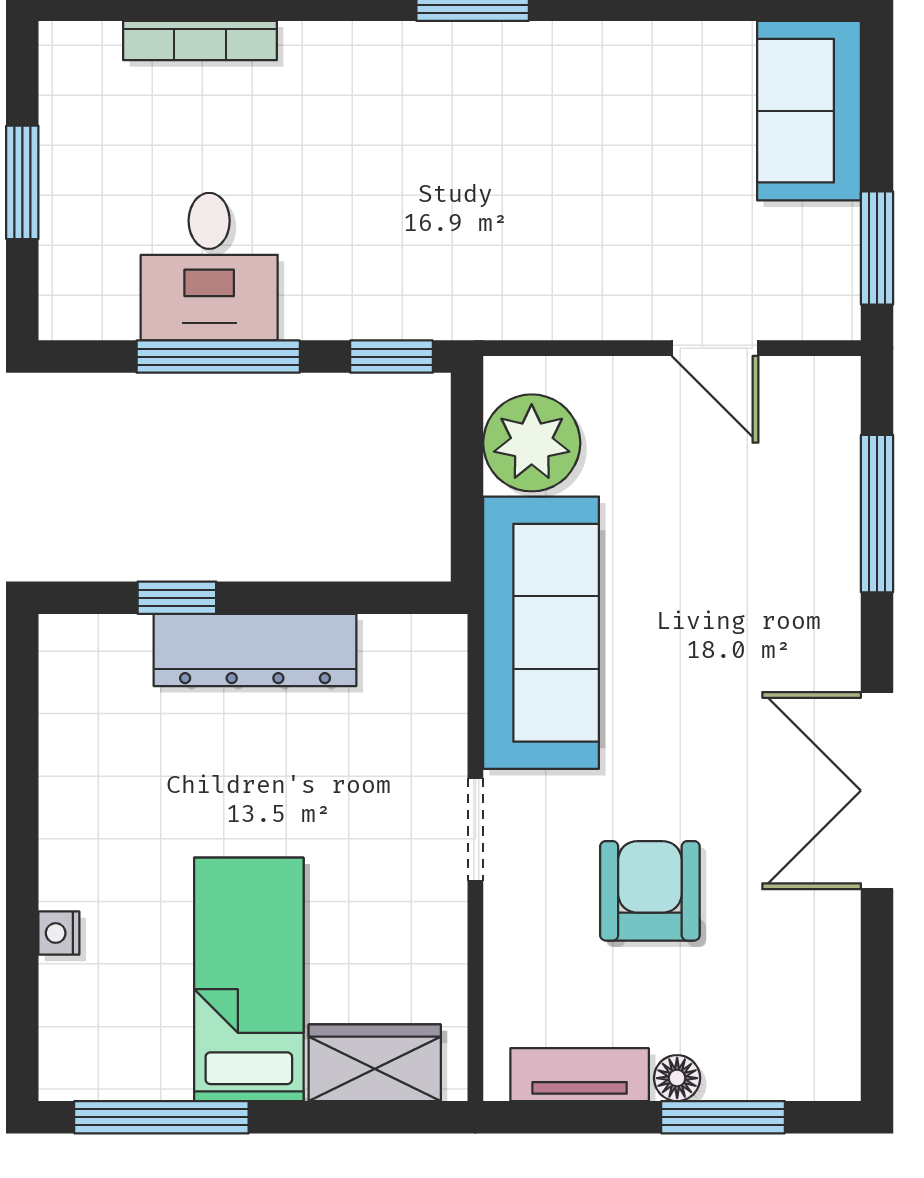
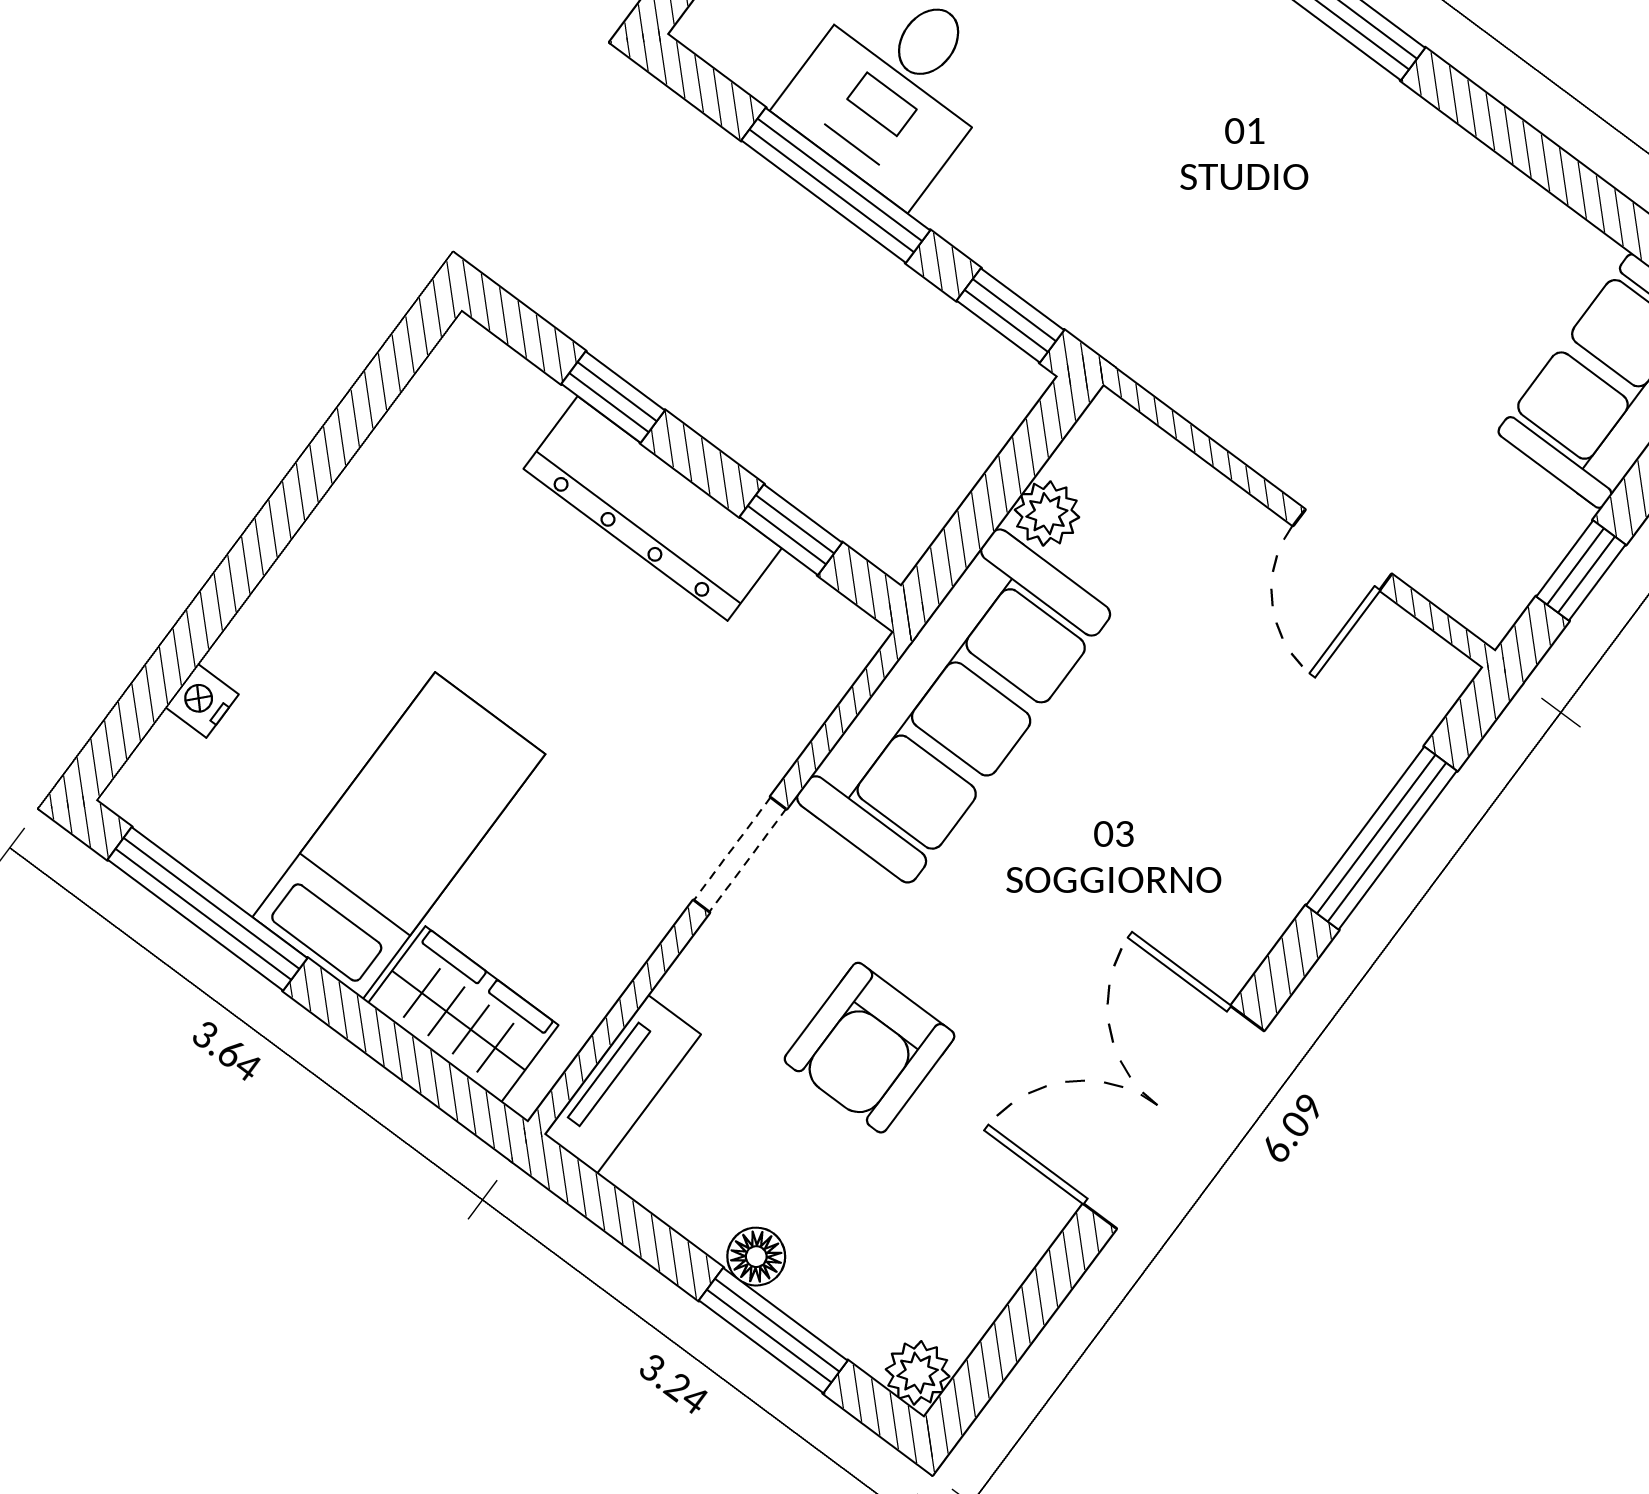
window: (877, 248) -> (1581, 571), width x0.67
plant: (532, 443) -> (1047, 514), width x0.53, depth x0.53
window: (353, 598) -> (791, 530), added
armchair: (650, 891) -> (870, 1048), turned 180
nightstand: (59, 933) -> (202, 701), moved
tv unit: (580, 1075) -> (622, 1084), moved, turned 90
plant: (835, 1075) -> (918, 1373), added

